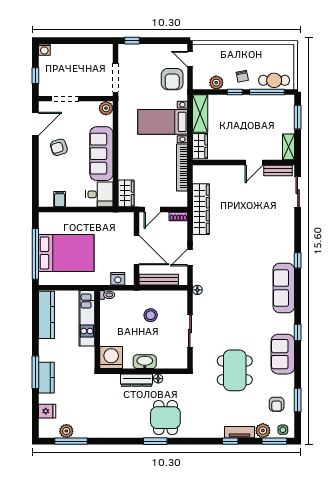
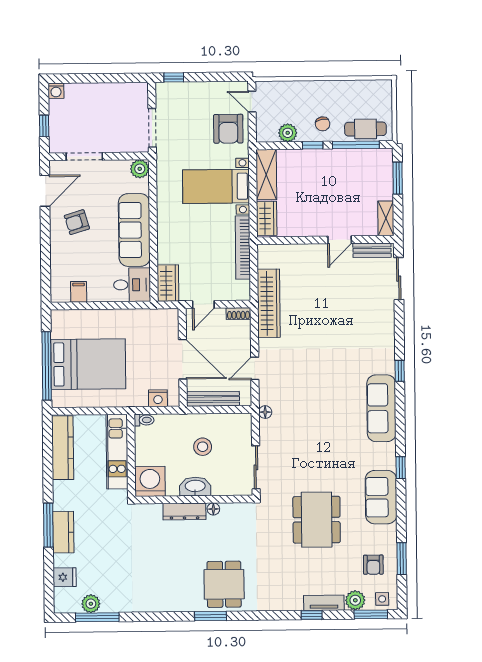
washing machine: (111, 358) -> (150, 481), moved
washbasin: (145, 362) -> (195, 487), moved
wall: (144, 371) -> (194, 499), moved
floor lamp: (158, 379) -> (213, 509), moved
dresser: (137, 380) -> (184, 511), moved

